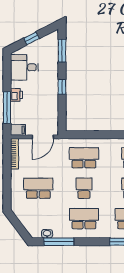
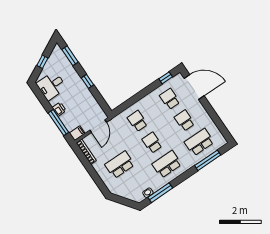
school desk: (84, 158) -> (137, 121), width x0.54

